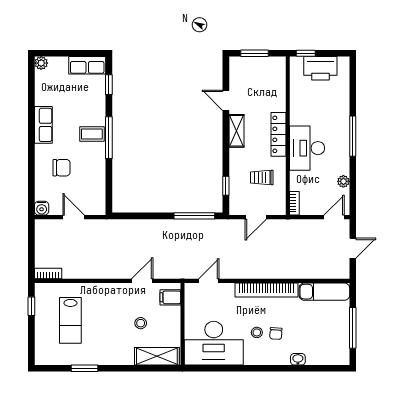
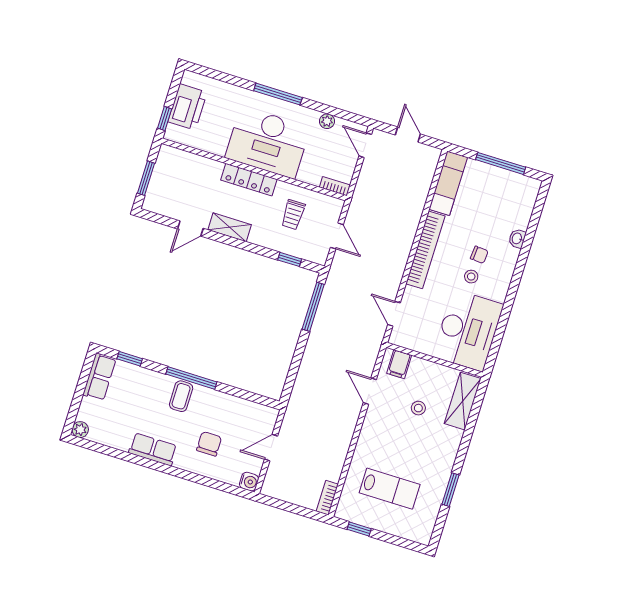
desk: (307, 148) -> (268, 142), width x1.36, depth x1.30

